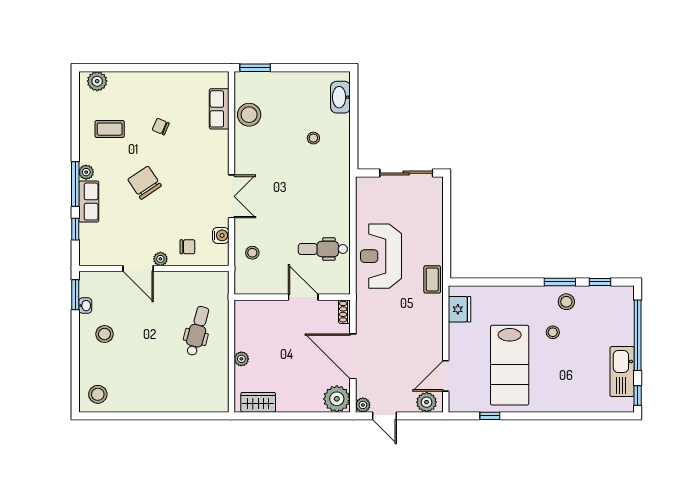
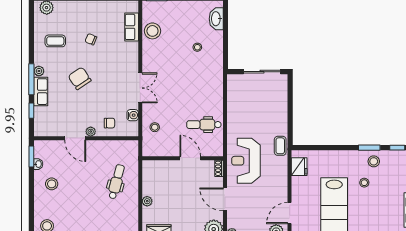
reception desk: (381, 256) -> (246, 161), moved
door: (353, 356) -> (225, 199), width x0.73

